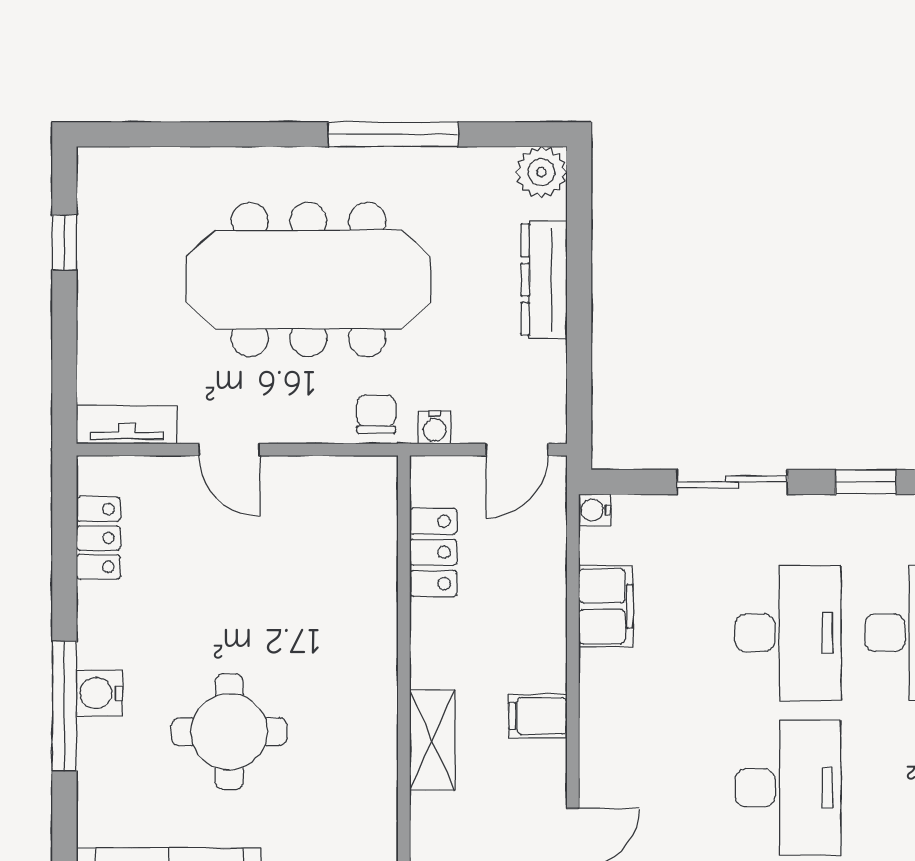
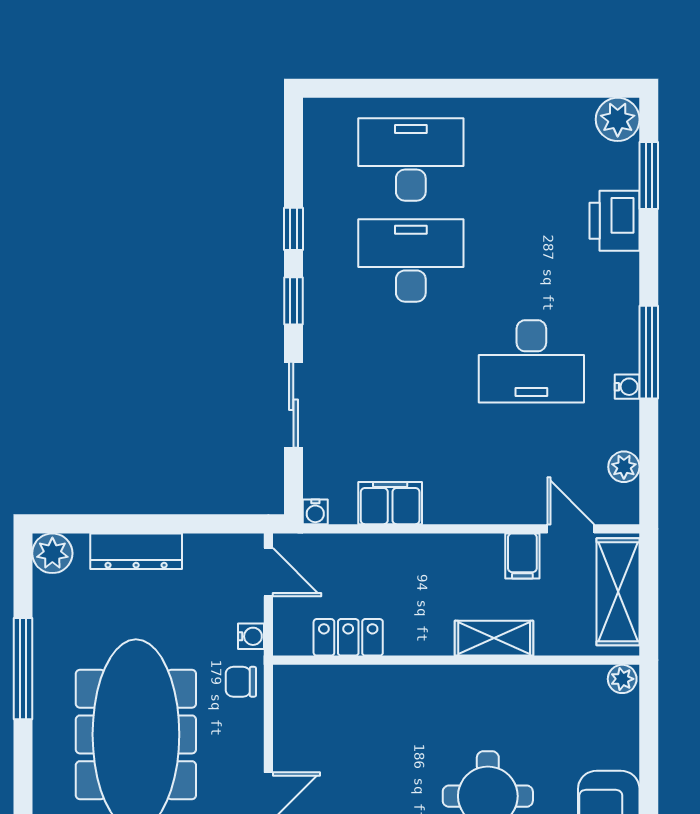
desk: (788, 633) -> (411, 361), removed
filing cabinet: (538, 716) -> (522, 556), moved
desk: (788, 788) -> (531, 361), turned 180

